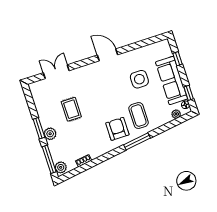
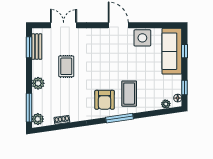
side table: (139, 79) -> (142, 38), moved
sofa: (171, 80) -> (172, 51), moved
bench: (38, 100) -> (37, 47), added
window: (39, 128) -> (29, 47), moved
armchair: (117, 129) -> (105, 100), turned 180

